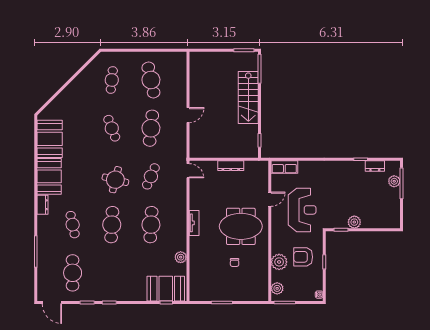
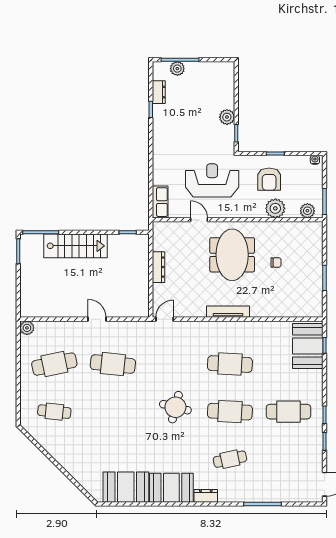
cafe table: (112, 128) -> (113, 412), removed
cafe table: (151, 176) -> (171, 364), removed
tv unit: (194, 223) -> (228, 312), width x1.41
plant: (181, 257) -> (27, 328), moved
cafe table: (73, 273) -> (289, 412), moved

